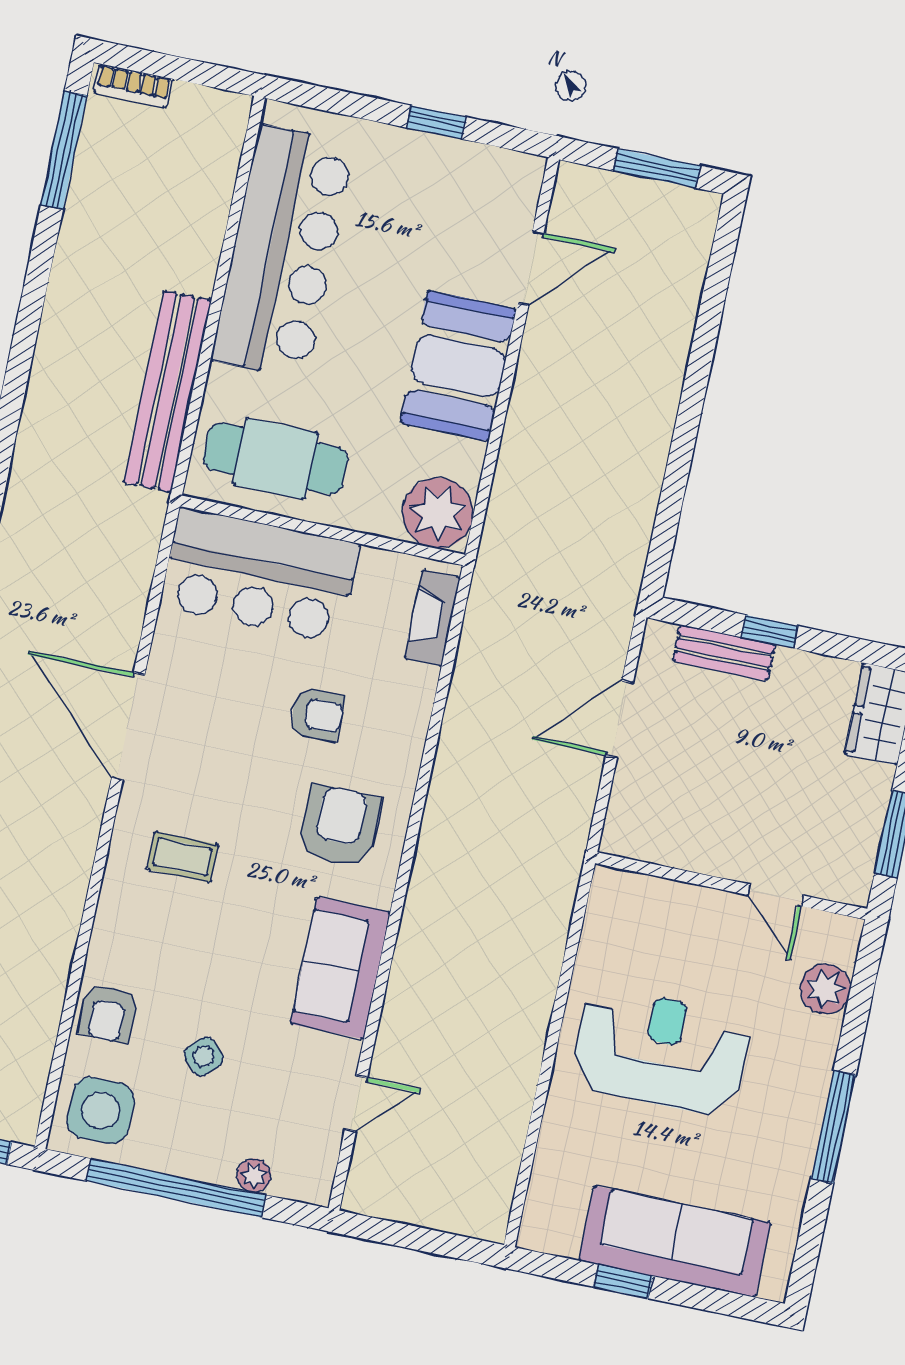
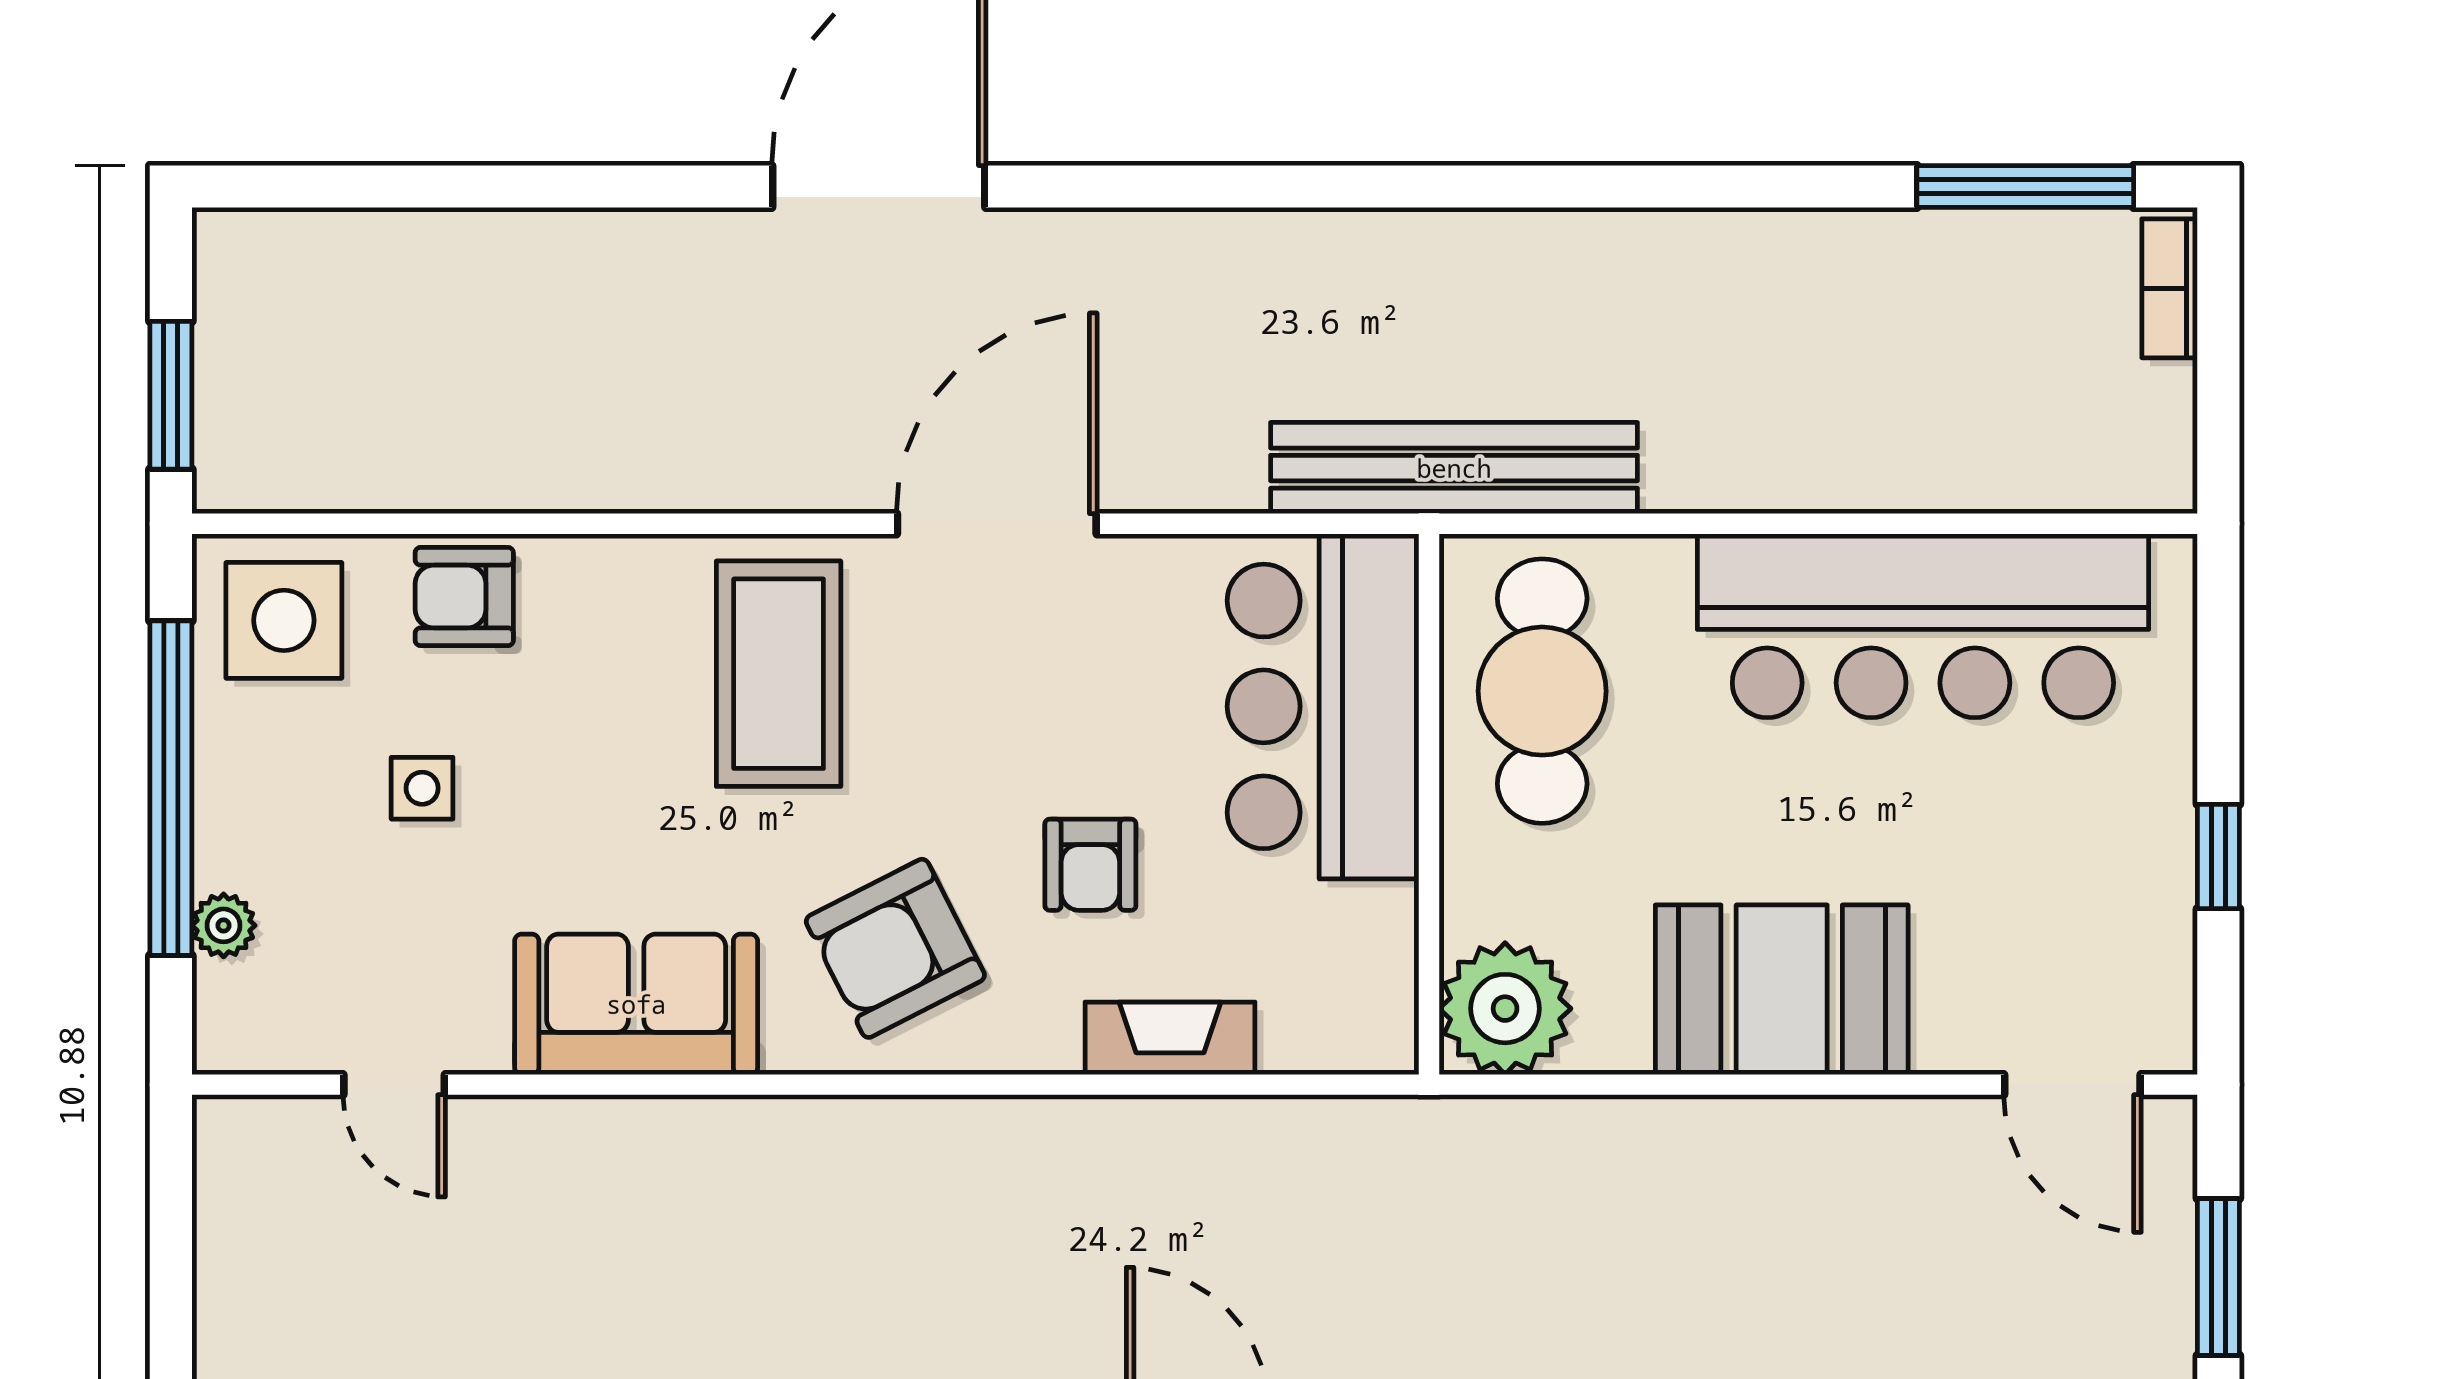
door: (531, 268) -> (2072, 1085), moved
bench: (168, 391) -> (1454, 468), moved
fireplace: (432, 618) -> (1170, 1038), moved
armchair: (339, 826) -> (895, 948), turned 153
coffee table: (183, 857) -> (779, 674), width x1.86, depth x1.72
side table: (204, 1056) -> (422, 788), turned 45

